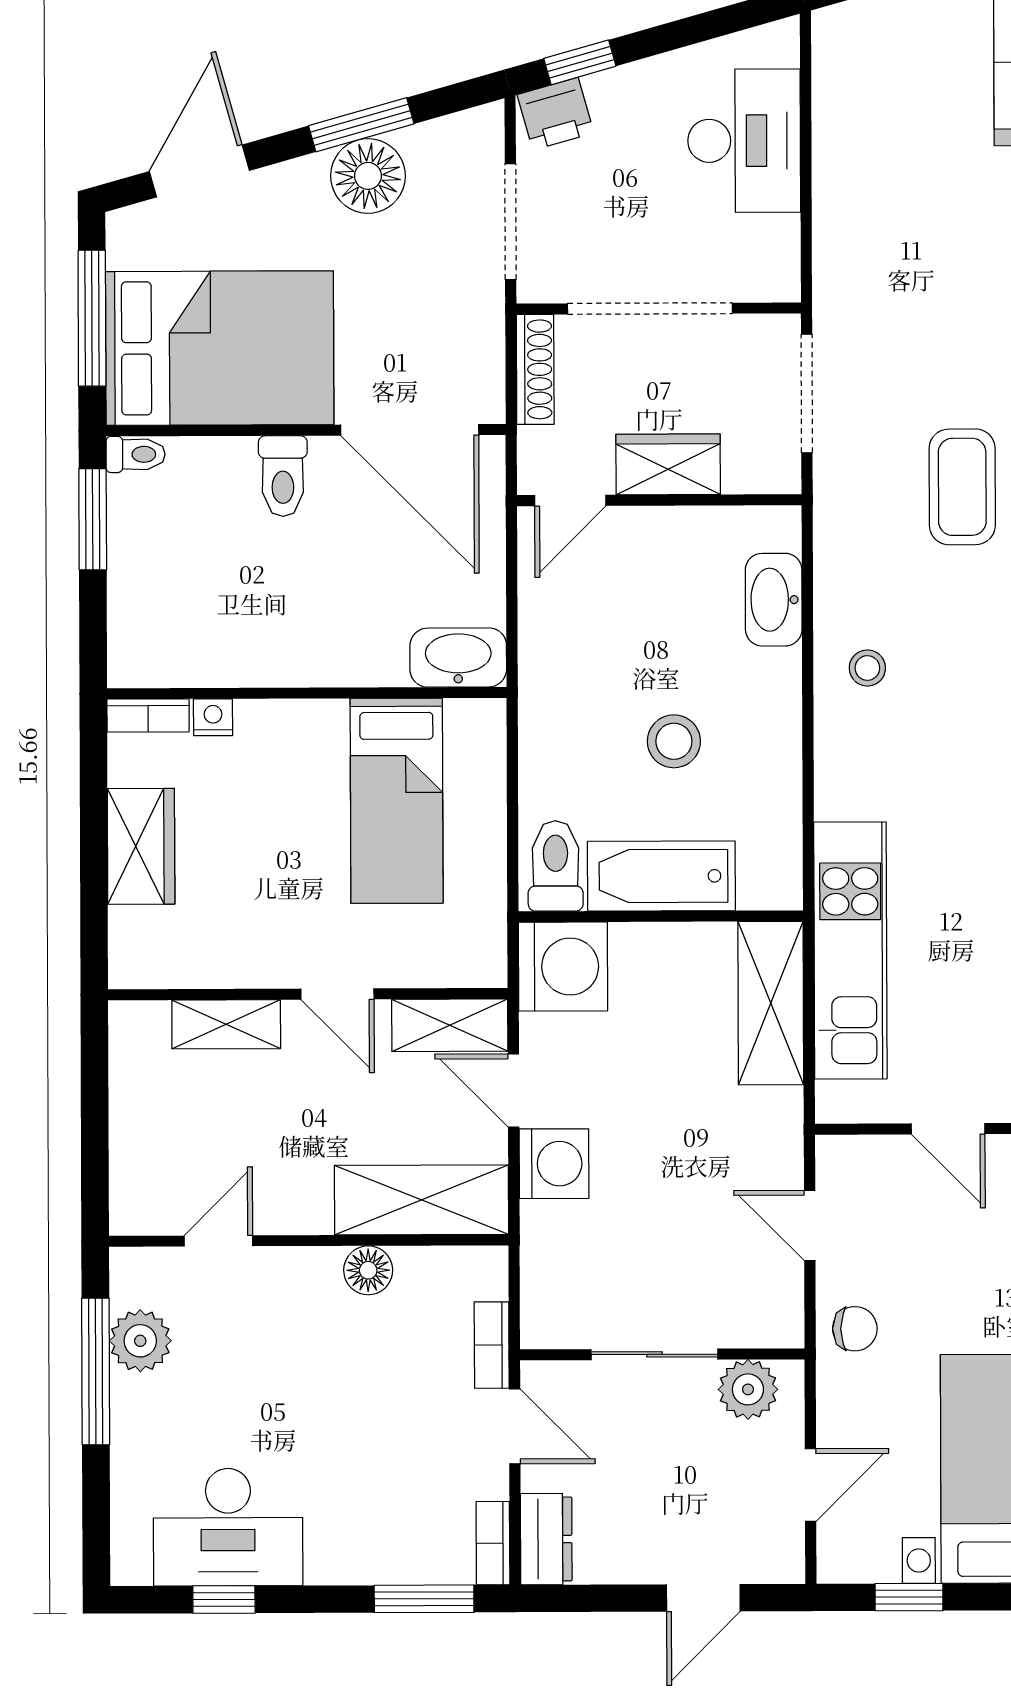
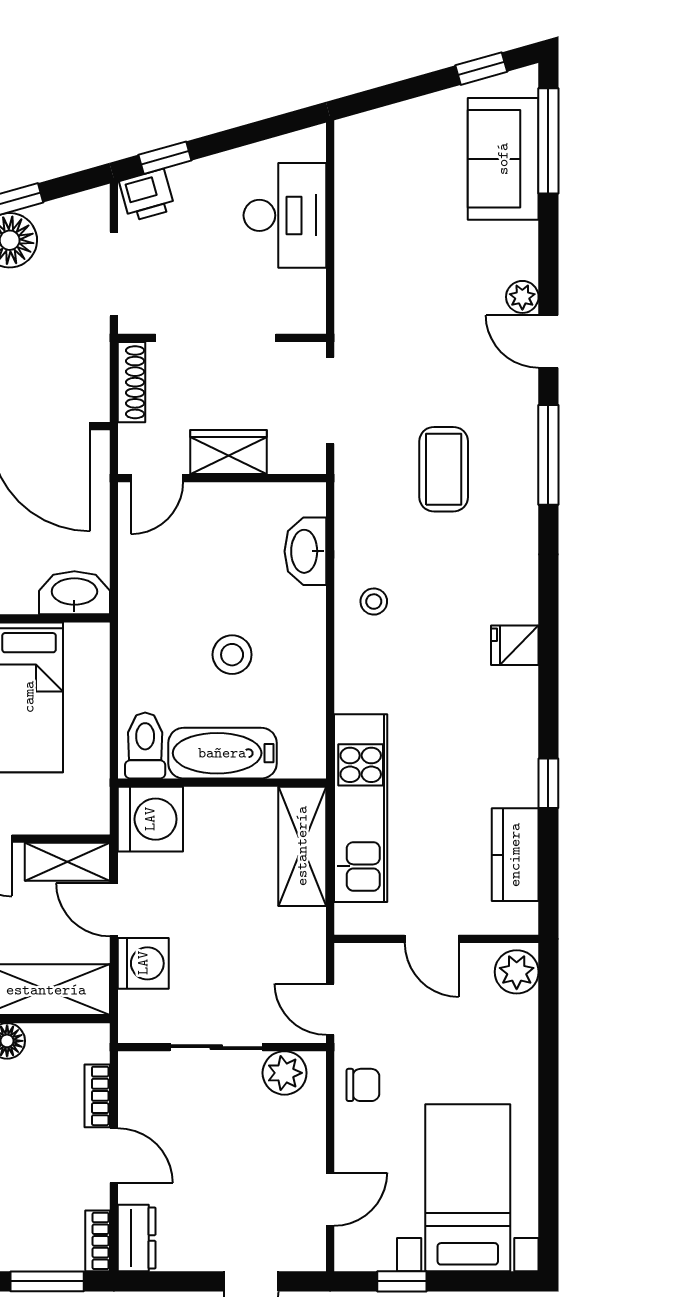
sliding door: (654, 1354) -> (216, 1047), moved
wall: (662, 1354) -> (222, 1047), moved
plant: (748, 1389) -> (285, 1073), moved

